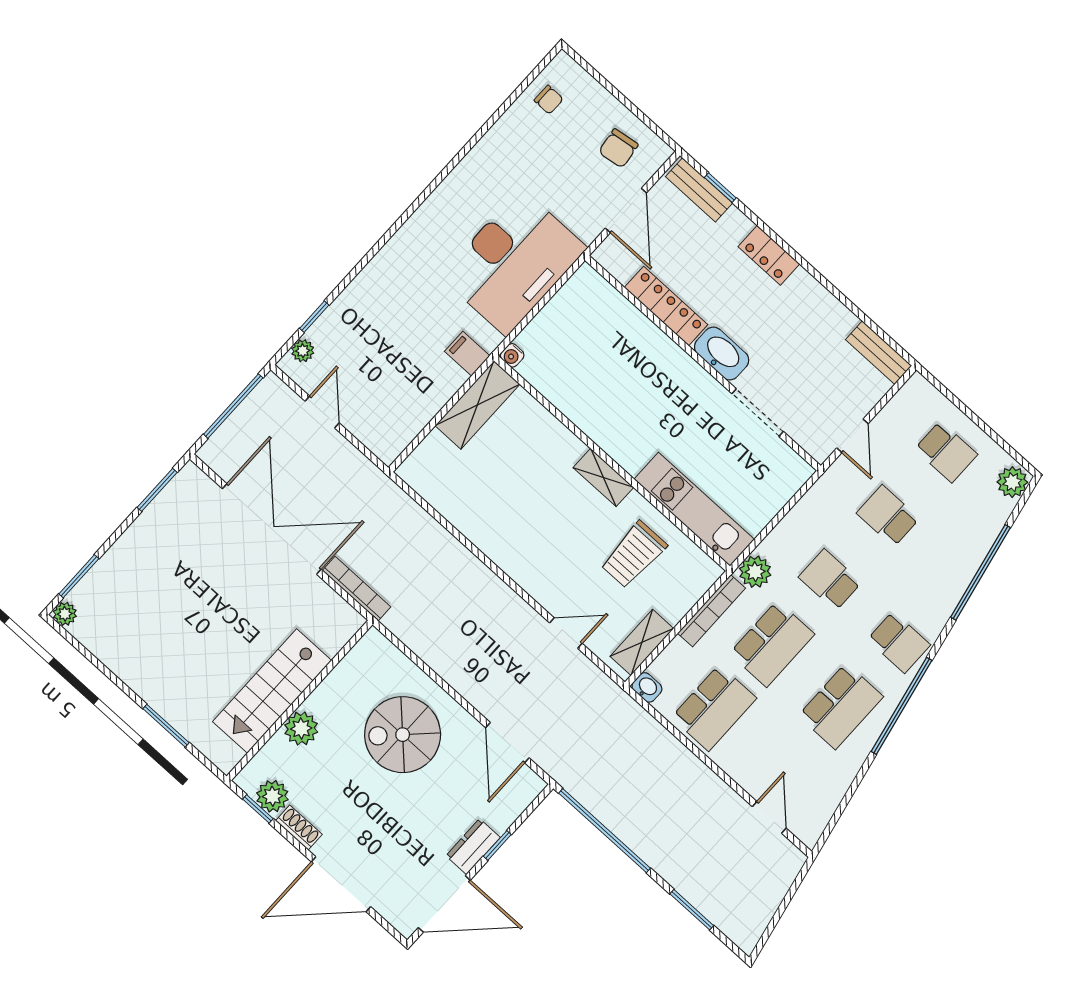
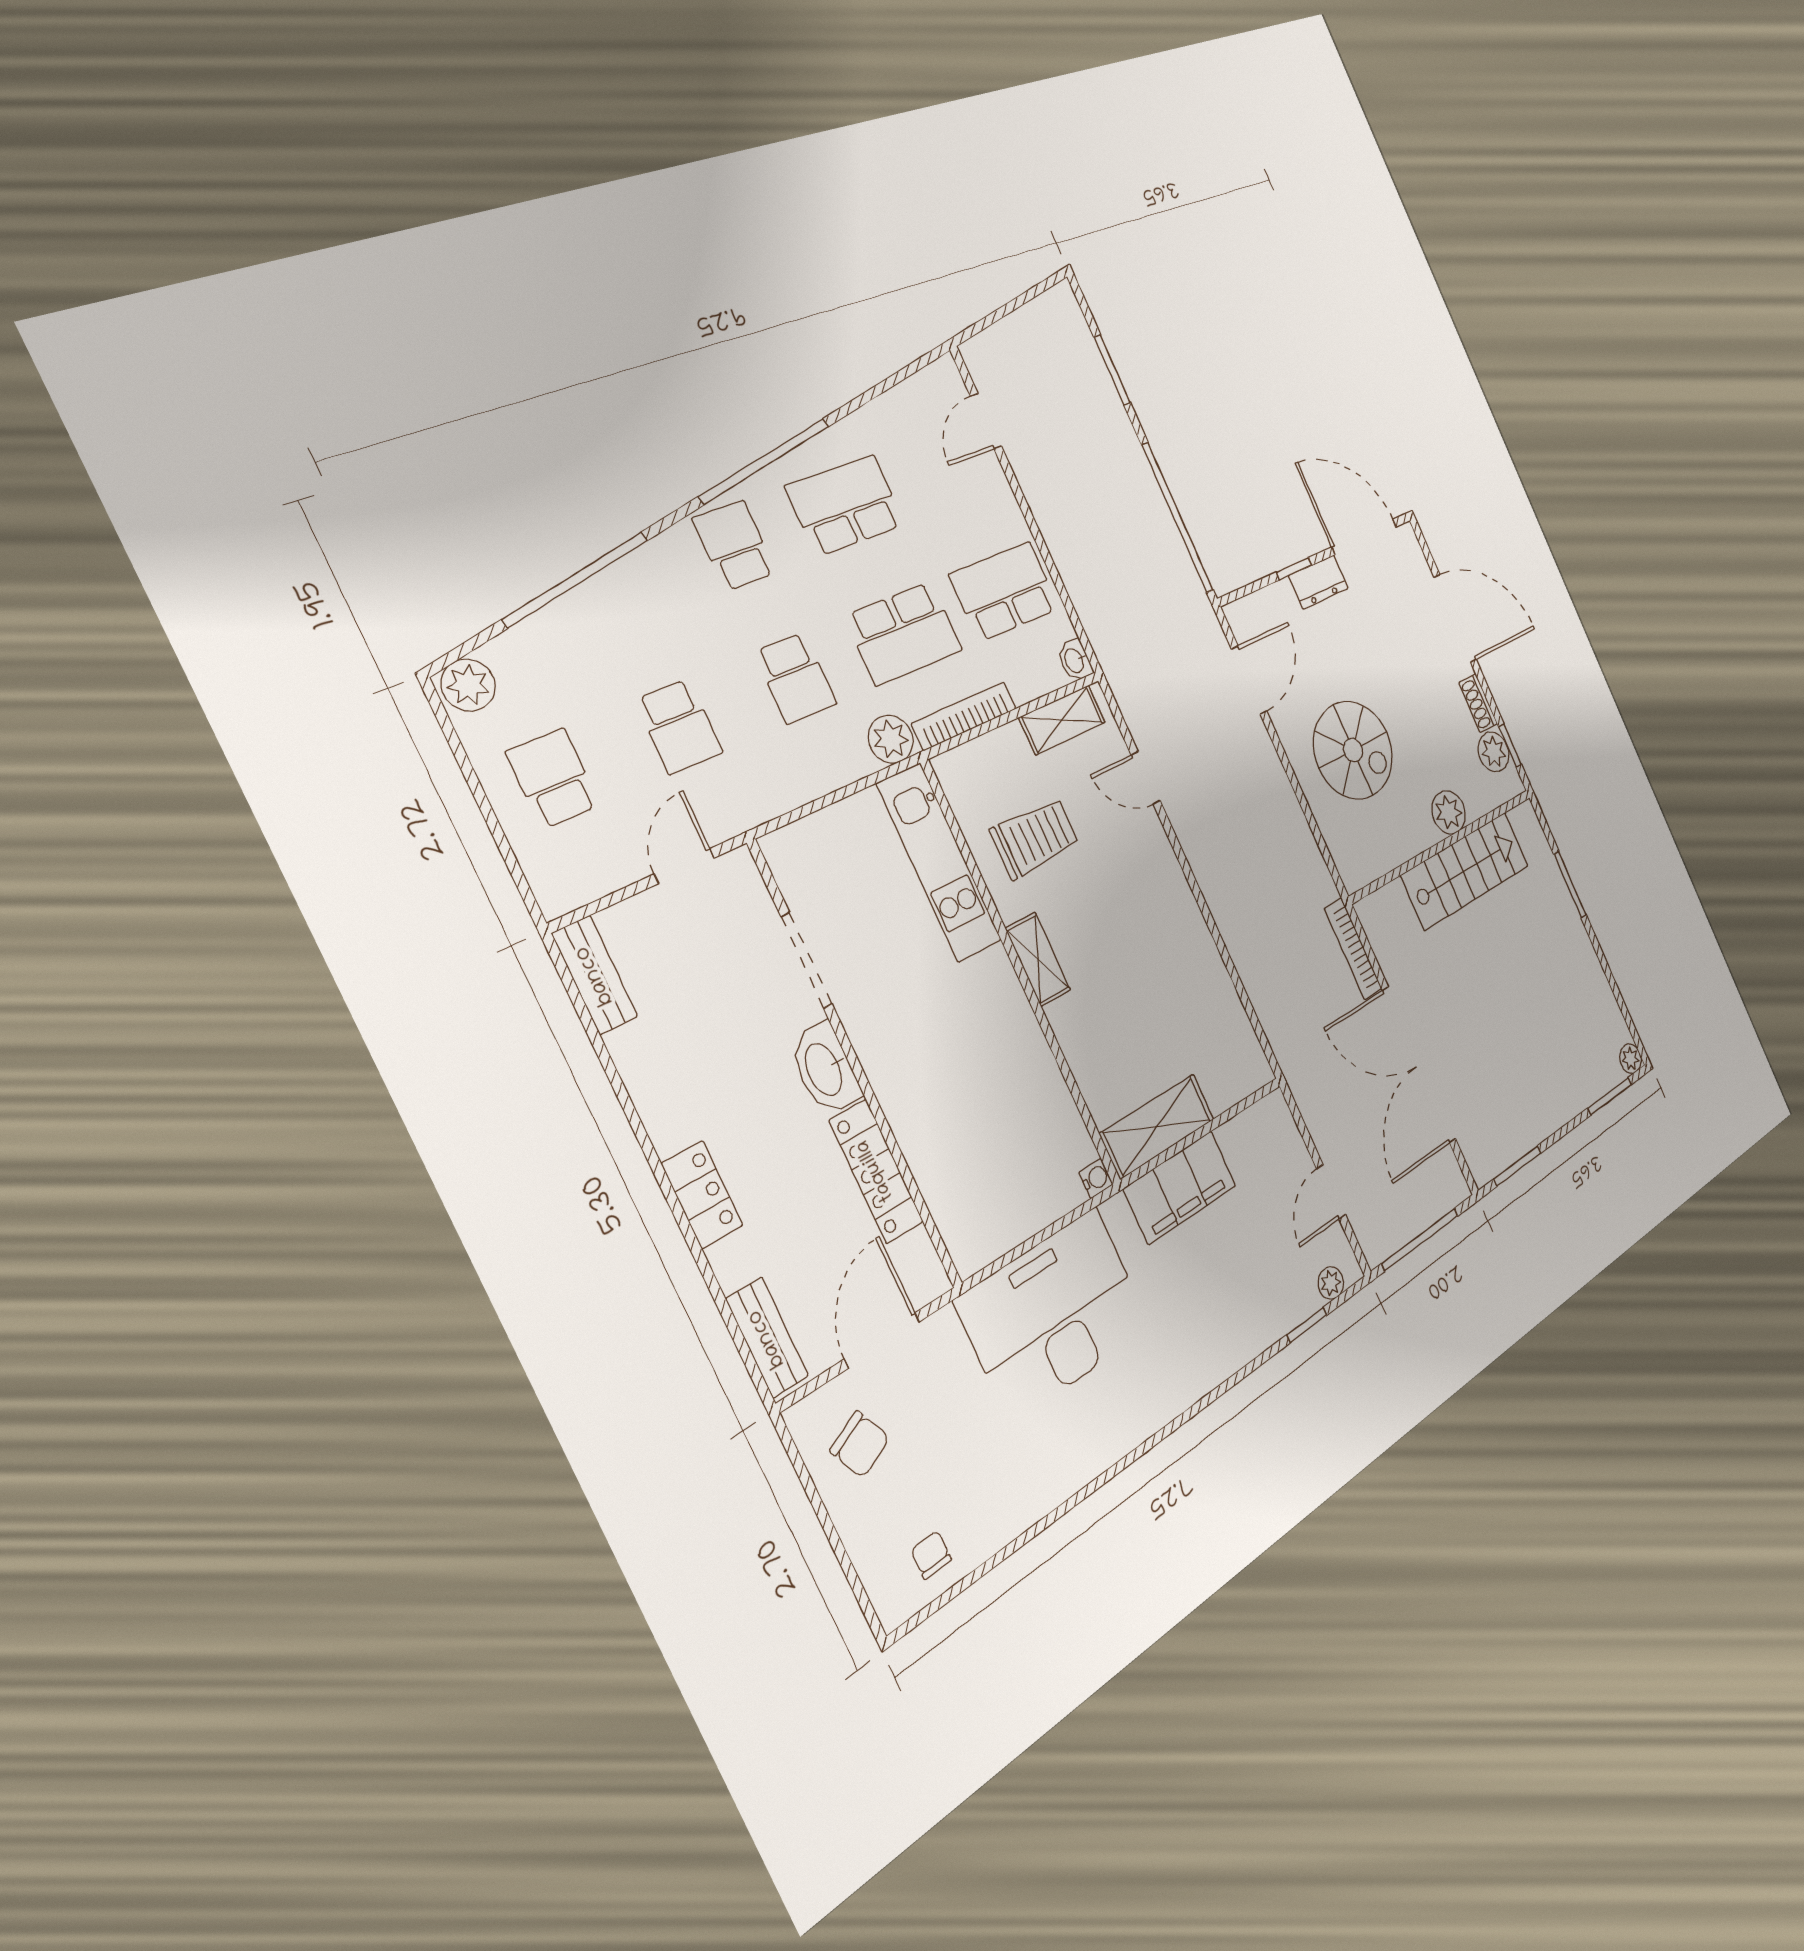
chair: (618, 148) -> (860, 1444), turned 74
window: (720, 188) -> (735, 1330), removed
filing cabinet: (467, 354) -> (1180, 1187), width x3.00, depth x1.17
school desk: (772, 644) -> (904, 633), turned 180

